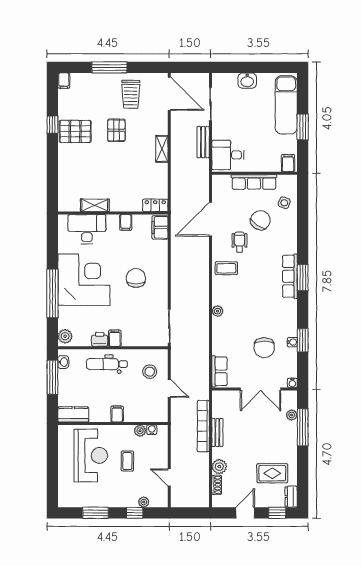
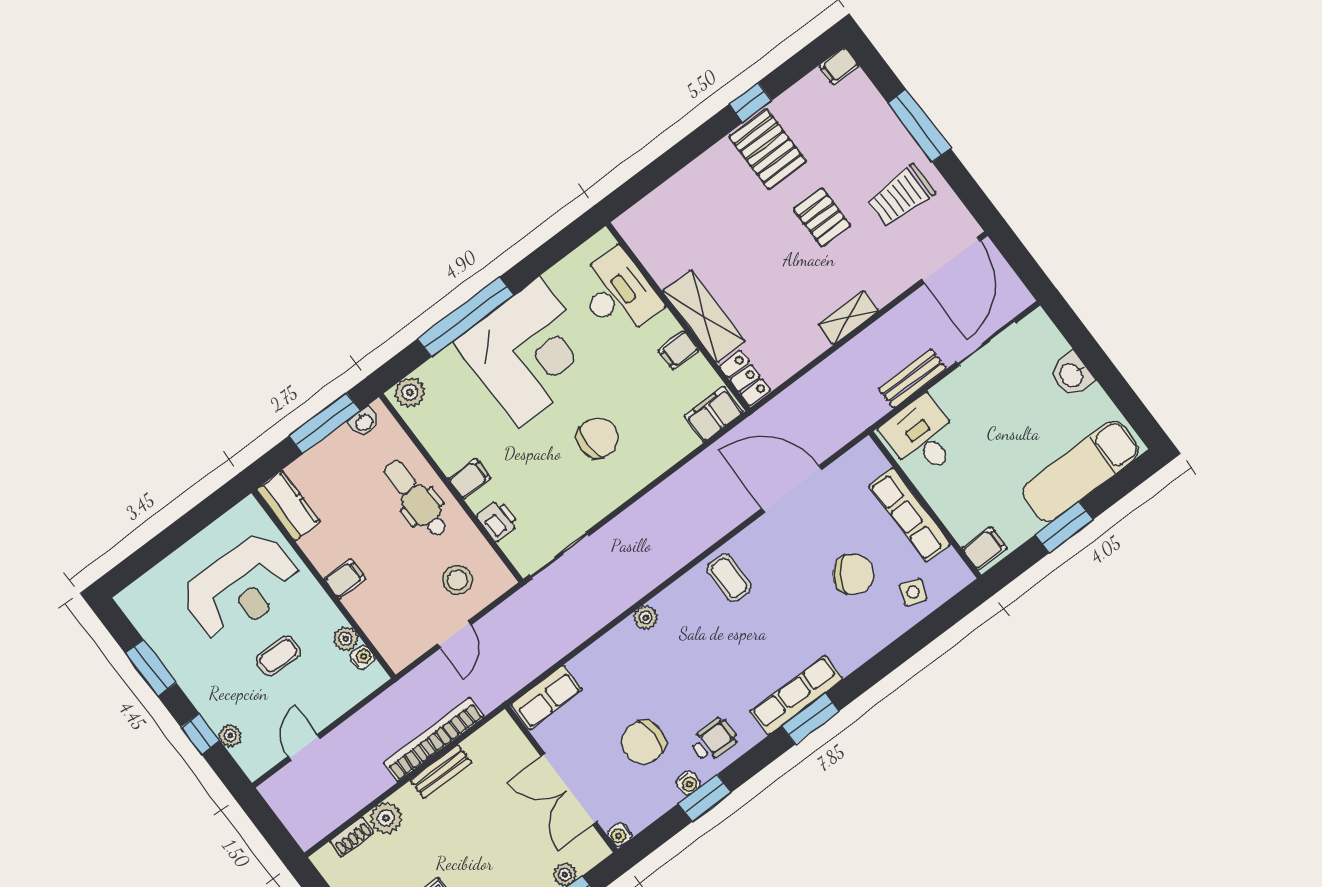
pallet: (116, 130) -> (822, 217), turned 90
shelving: (95, 205) -> (704, 316), moved, width x1.50, depth x1.33
wheelchair: (239, 242) -> (714, 740), moved
printer: (100, 339) -> (498, 520), moved

